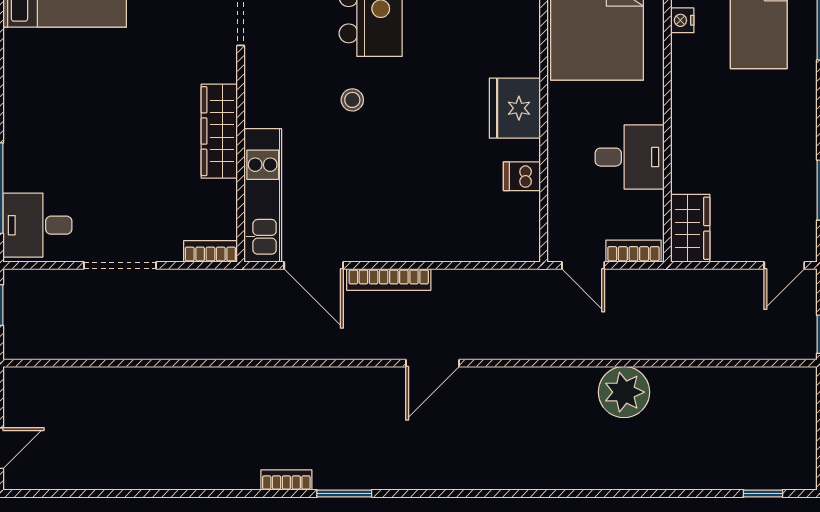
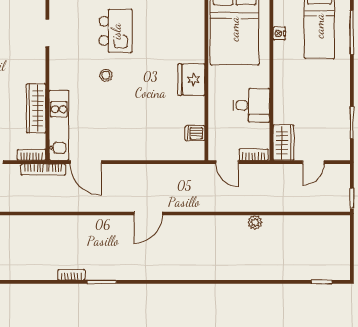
wardrobe: (219, 131) -> (36, 108), moved
dishwasher: (522, 176) -> (195, 133), moved
door: (784, 265) -> (313, 162), moved
bookcase: (389, 279) -> (43, 170), moved
plant: (624, 392) -> (255, 222), width x0.53, depth x0.53

